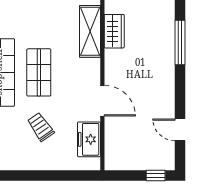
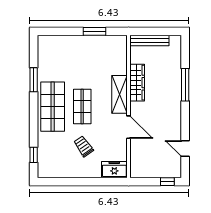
shelving: (90, 31) -> (119, 94), moved
wardrobe: (114, 31) -> (137, 83), width x1.50
freezer: (89, 139) -> (114, 170), moved, turned 90

